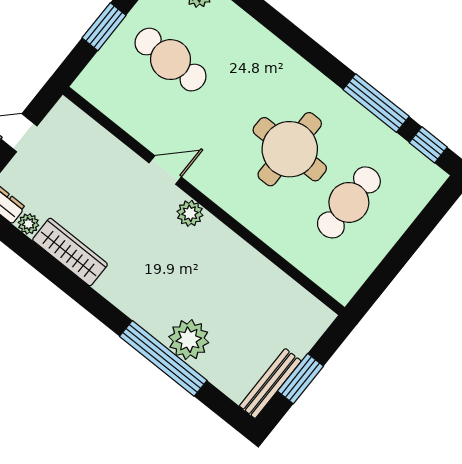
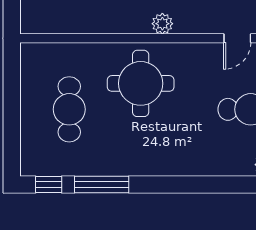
round table: (290, 149) -> (141, 83), moved
door: (165, 170) -> (237, 38), moved

